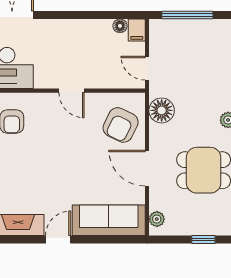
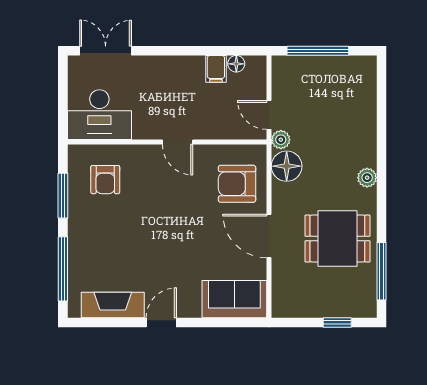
filing cabinet: (137, 30) -> (216, 69), moved
armchair: (121, 125) -> (237, 184), turned 64
plant: (157, 219) -> (281, 140), moved
sofa: (109, 220) -> (234, 299), width x0.73

